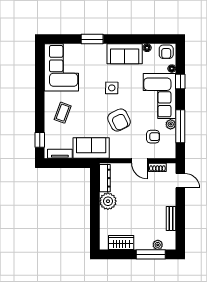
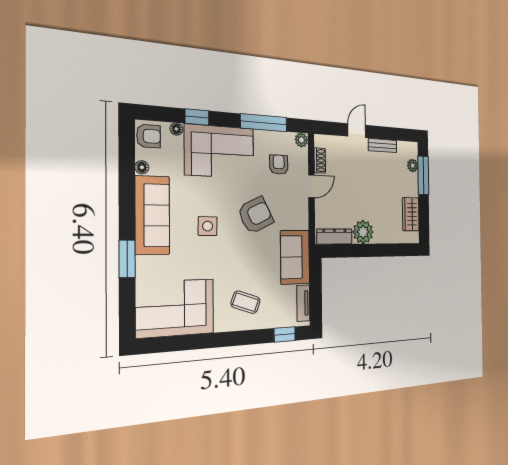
sofa: (125, 54) -> (152, 215), width x1.36
plant: (171, 124) -> (301, 140), moved
door: (180, 181) -> (357, 131), moved

